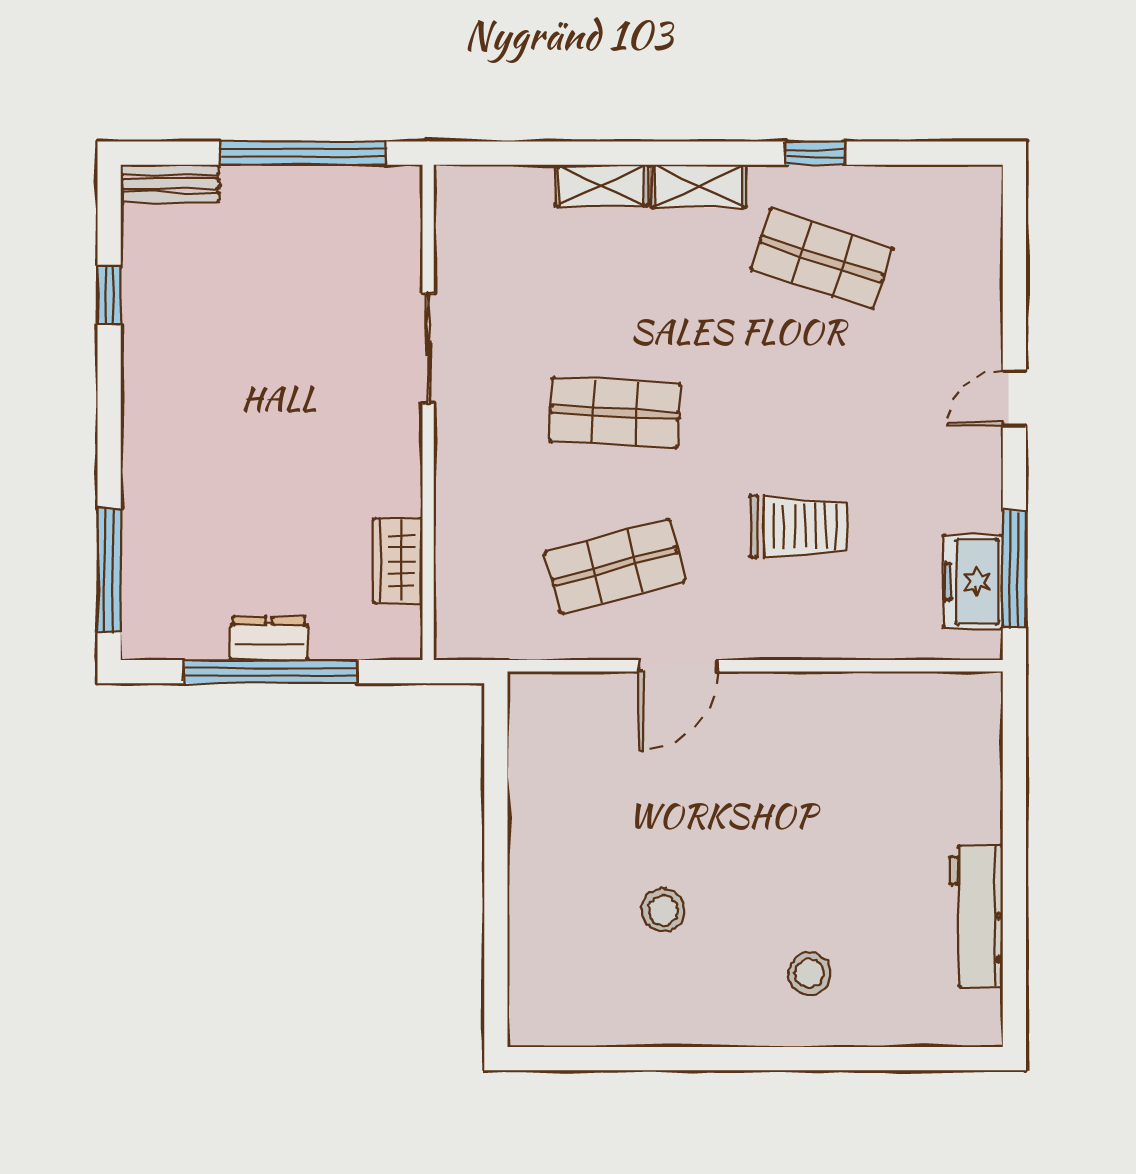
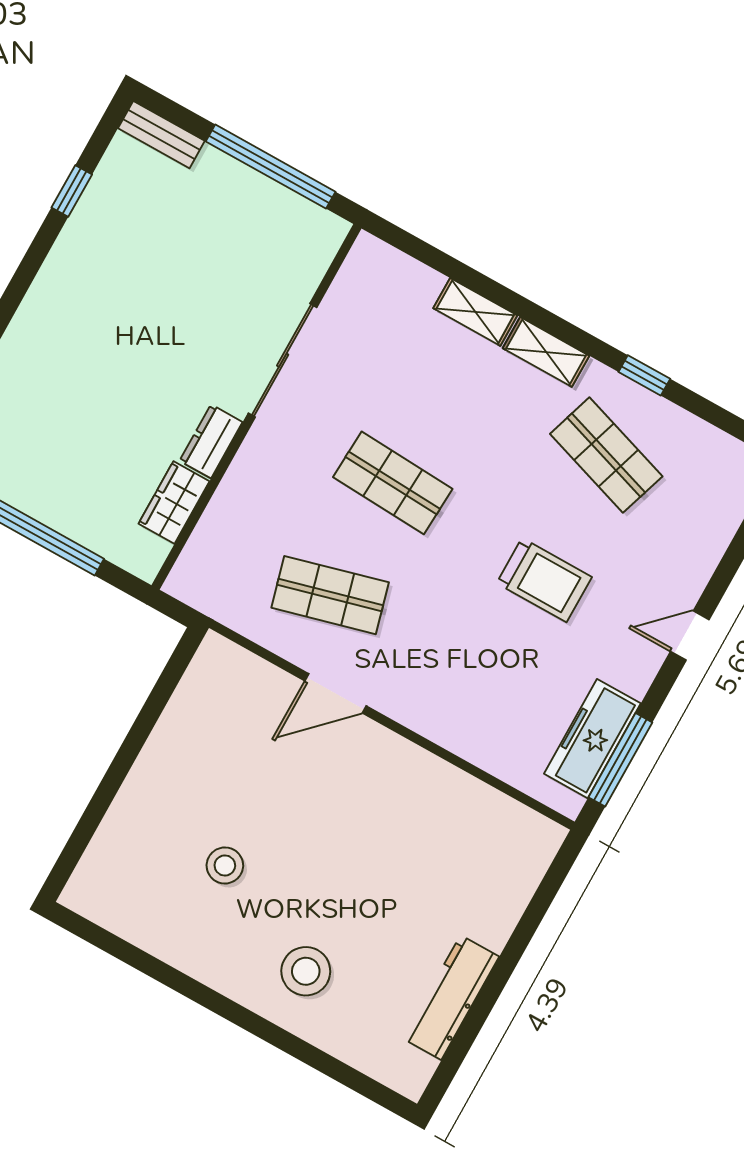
sliding door: (428, 349) -> (283, 360), width x1.37
trolley: (798, 526) -> (544, 580), moved
freezer: (973, 582) -> (592, 739), width x1.40
dresser: (269, 638) -> (211, 441), moved, turned -90
stool: (809, 973) -> (306, 971), width x1.38, depth x1.38

